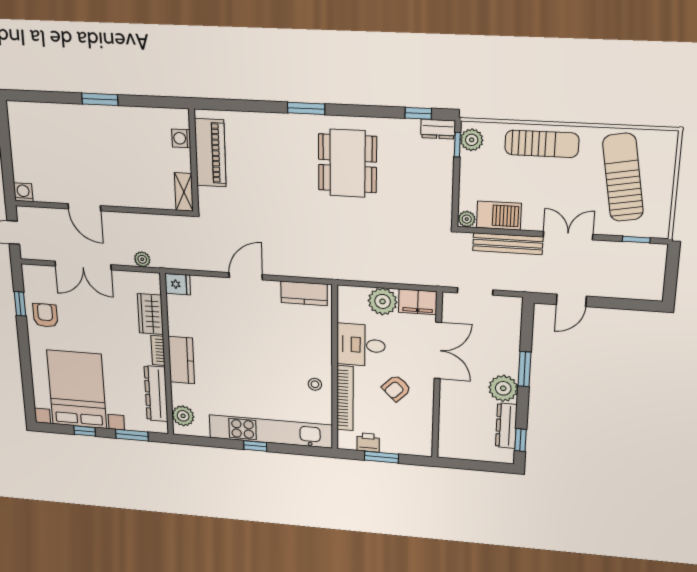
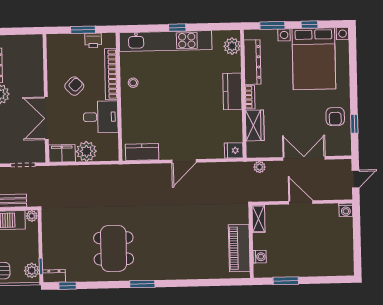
washing machine: (181, 138) -> (260, 257), moved
piano: (210, 153) -> (239, 248), moved
wall: (194, 161) -> (251, 242), moved
shelving: (184, 192) -> (259, 219), moved

